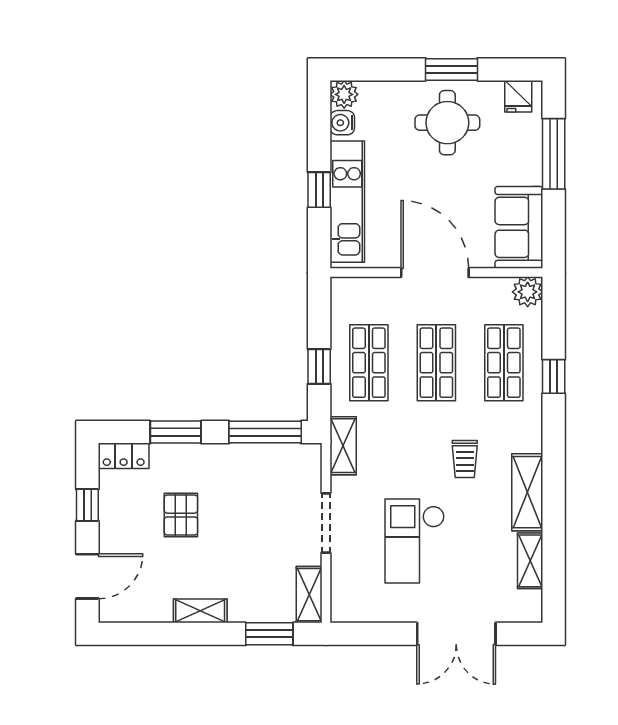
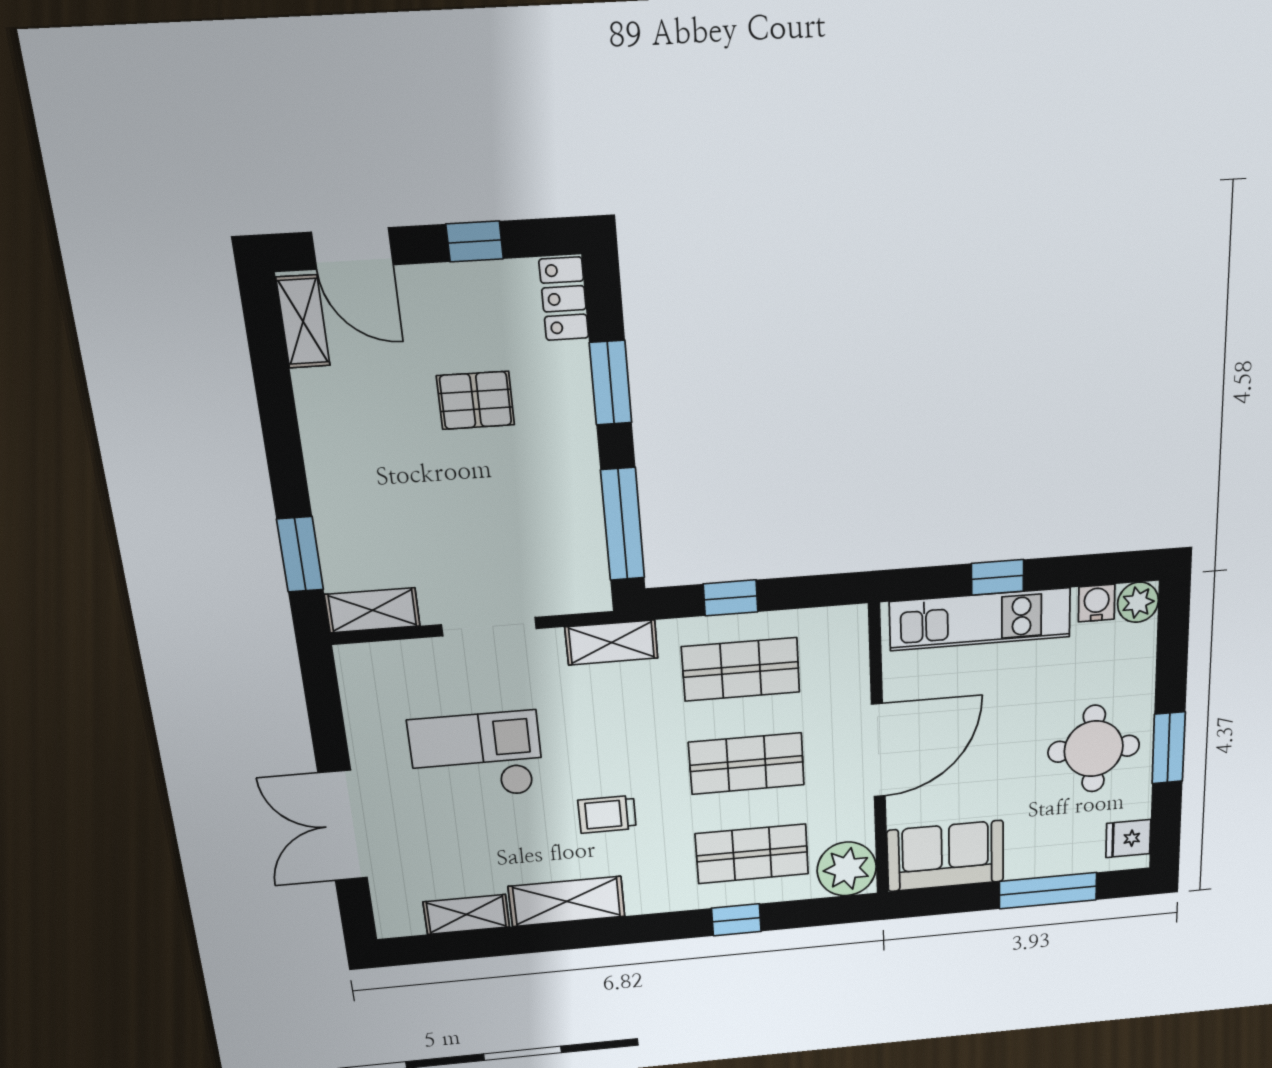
plant: (528, 292) -> (847, 869), width x1.36, depth x1.36
shelving: (200, 611) -> (303, 322), moved

